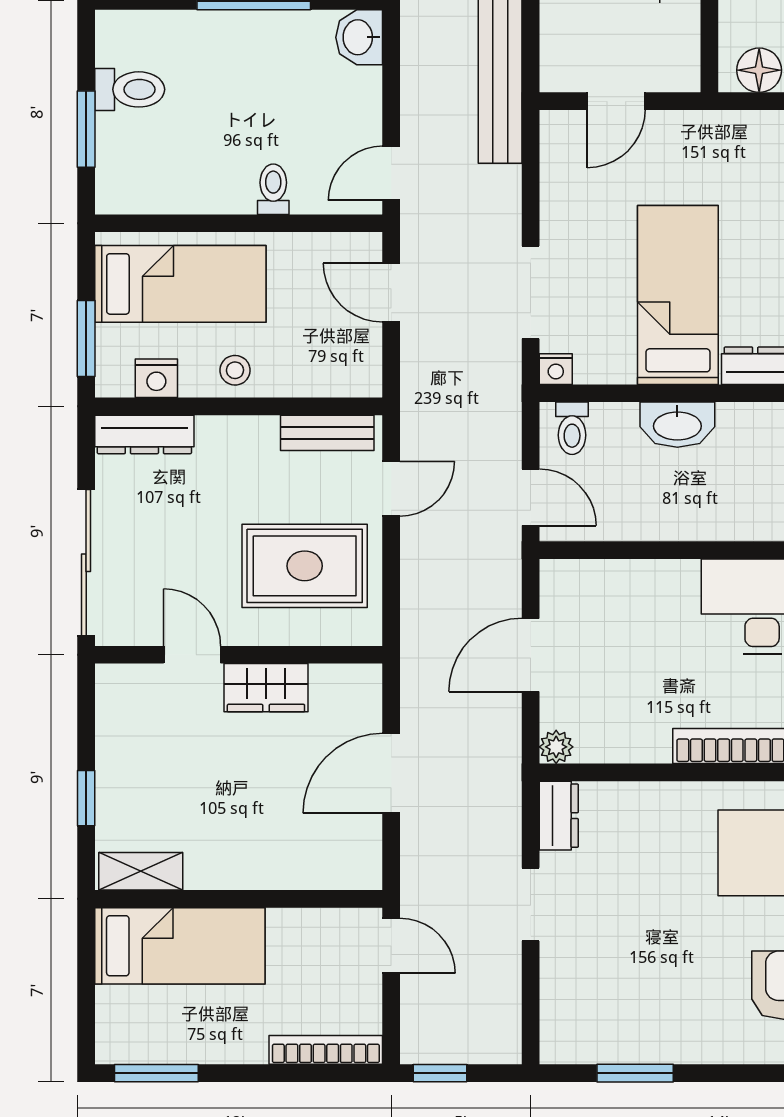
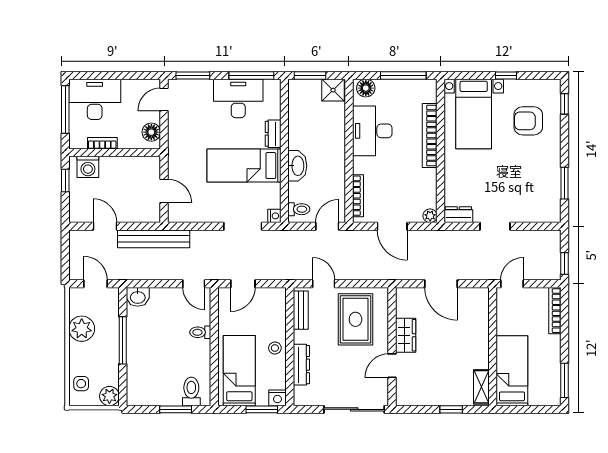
toilet: (130, 89) -> (191, 391), moved
nightstand: (156, 378) -> (277, 398), moved, turned 90
dresser: (144, 434) -> (301, 365), moved
bookcase: (605, 572) -> (358, 196), added

